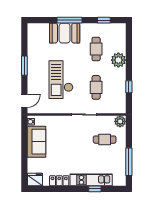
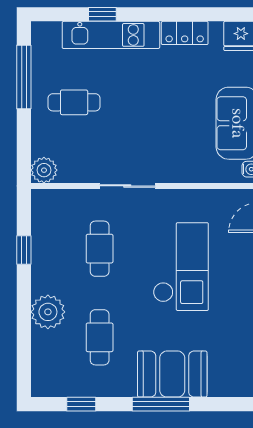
cafe table: (105, 140) -> (74, 102), moved

